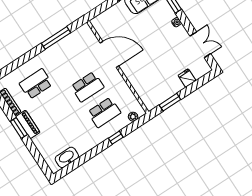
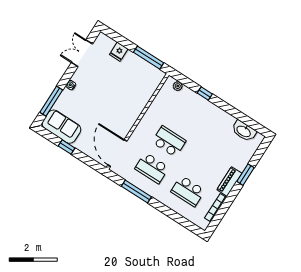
door: (109, 54) -> (117, 153), moved
window: (170, 102) -> (149, 58), width x1.44
school desk: (104, 112) -> (152, 168), moved, turned 180
window: (19, 128) -> (245, 175), moved

